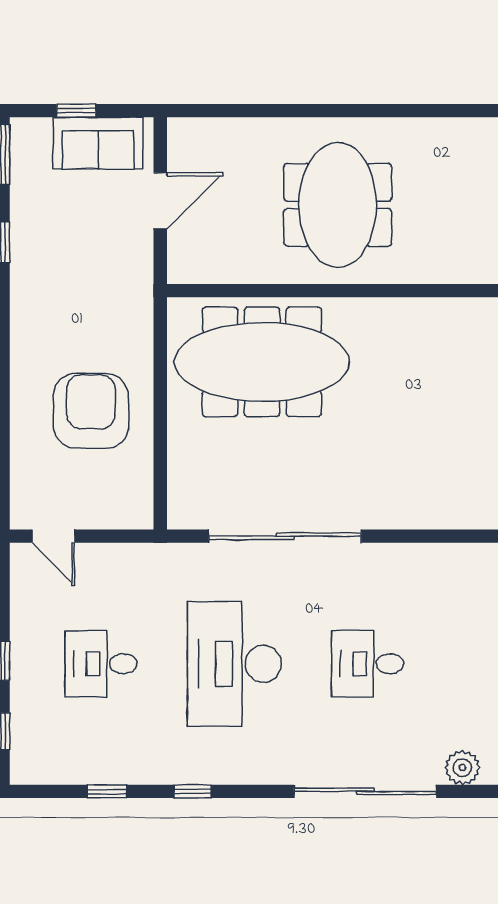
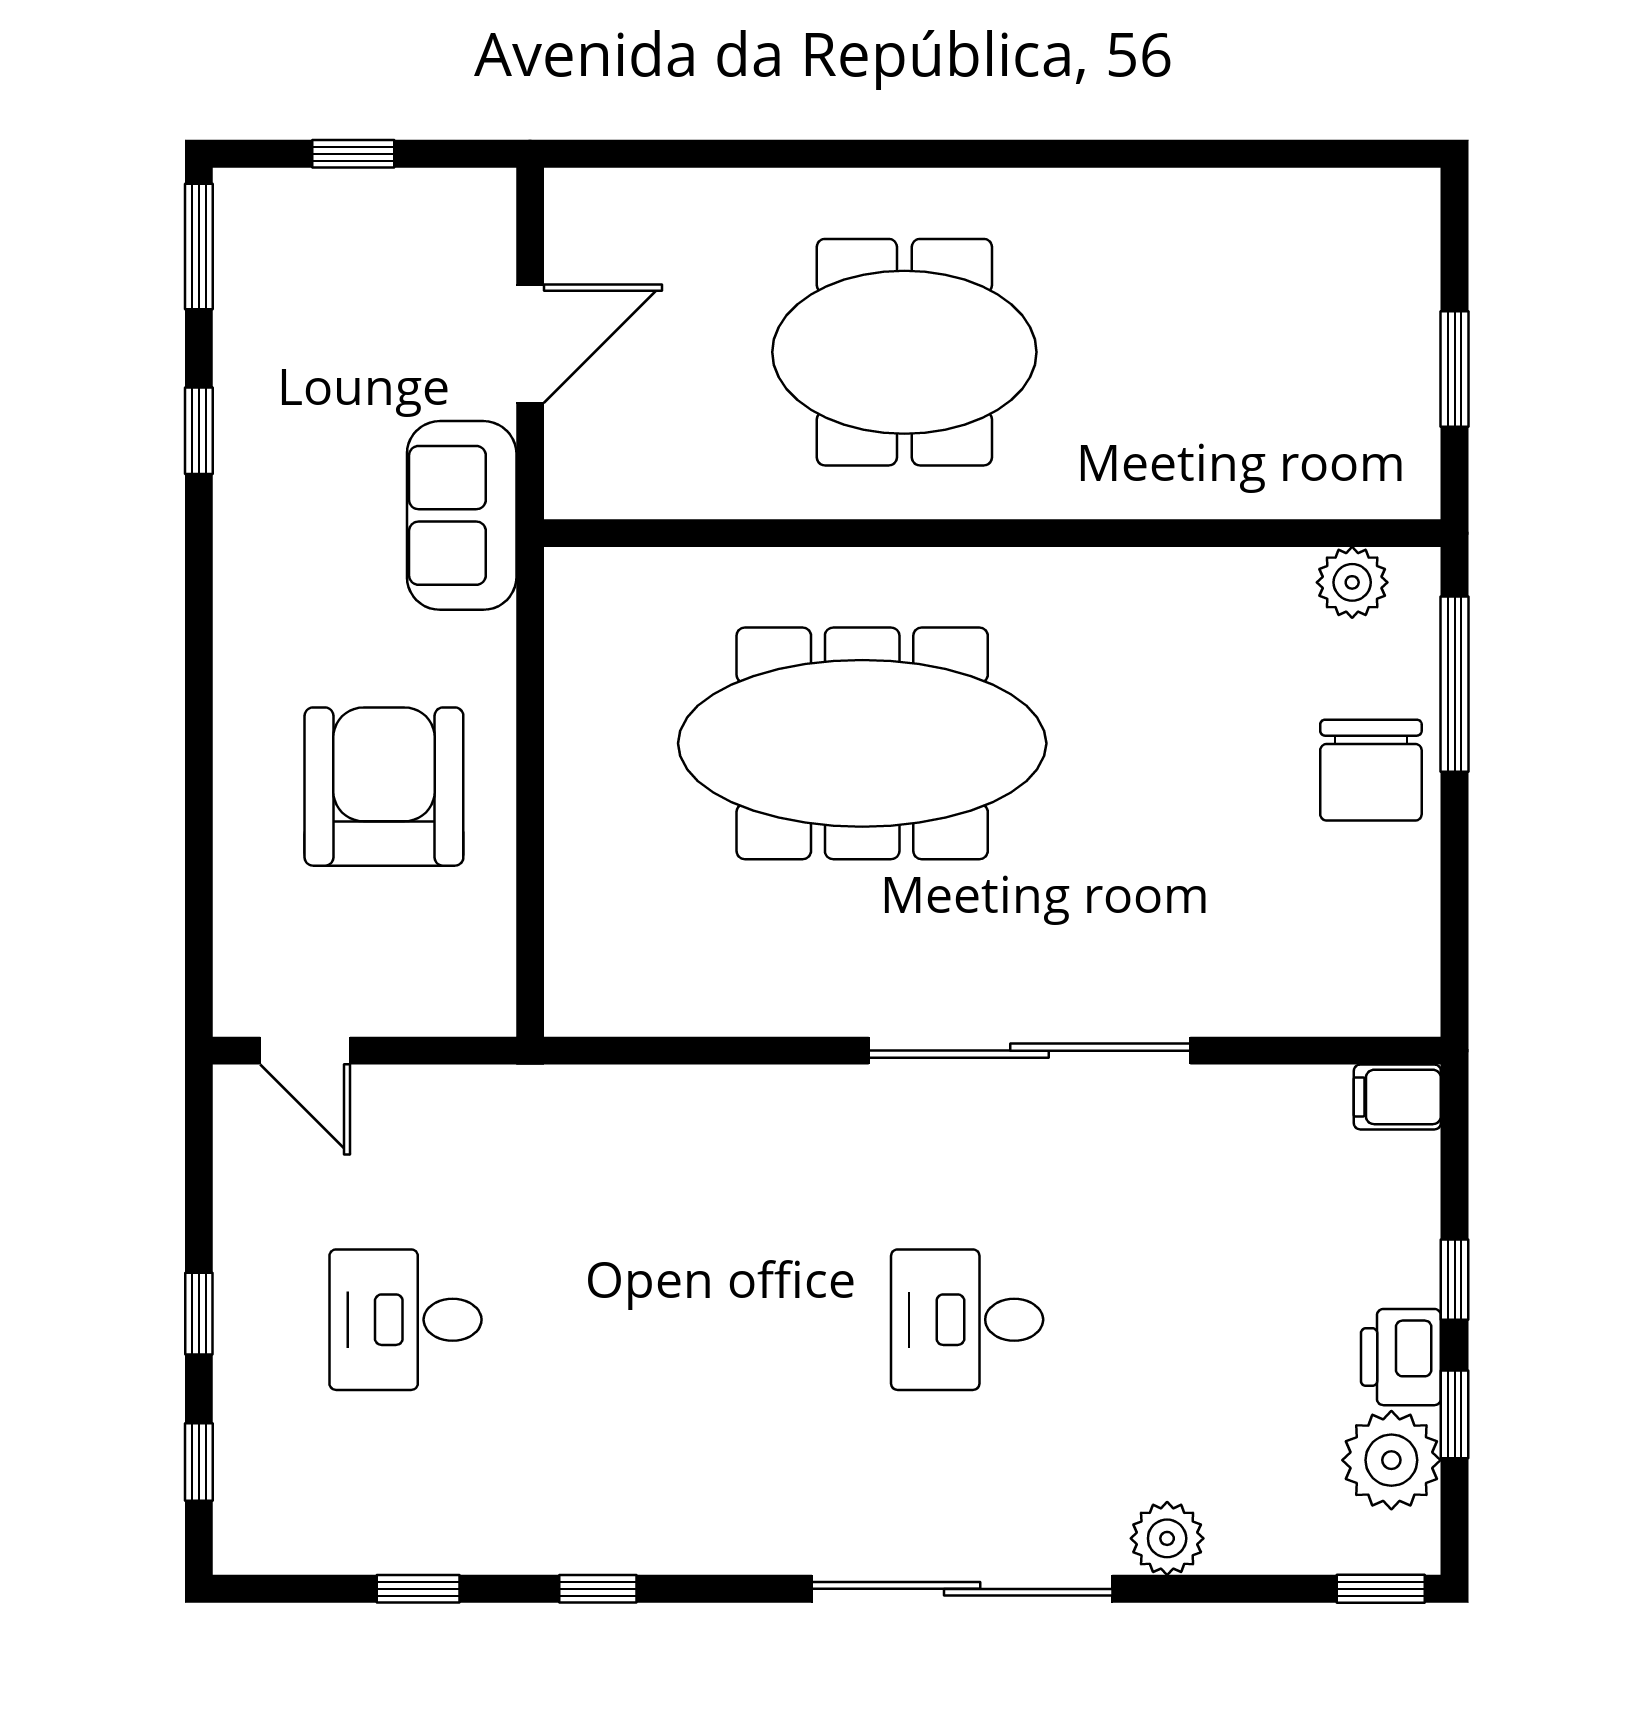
sofa: (98, 143) -> (462, 515), moved, turned 90
meeting table: (338, 205) -> (904, 352), turned 90
meeting table: (262, 362) -> (862, 743), moved
sliding door: (285, 536) -> (1030, 1051), moved
desk: (234, 664) -> (686, 1320), removed

